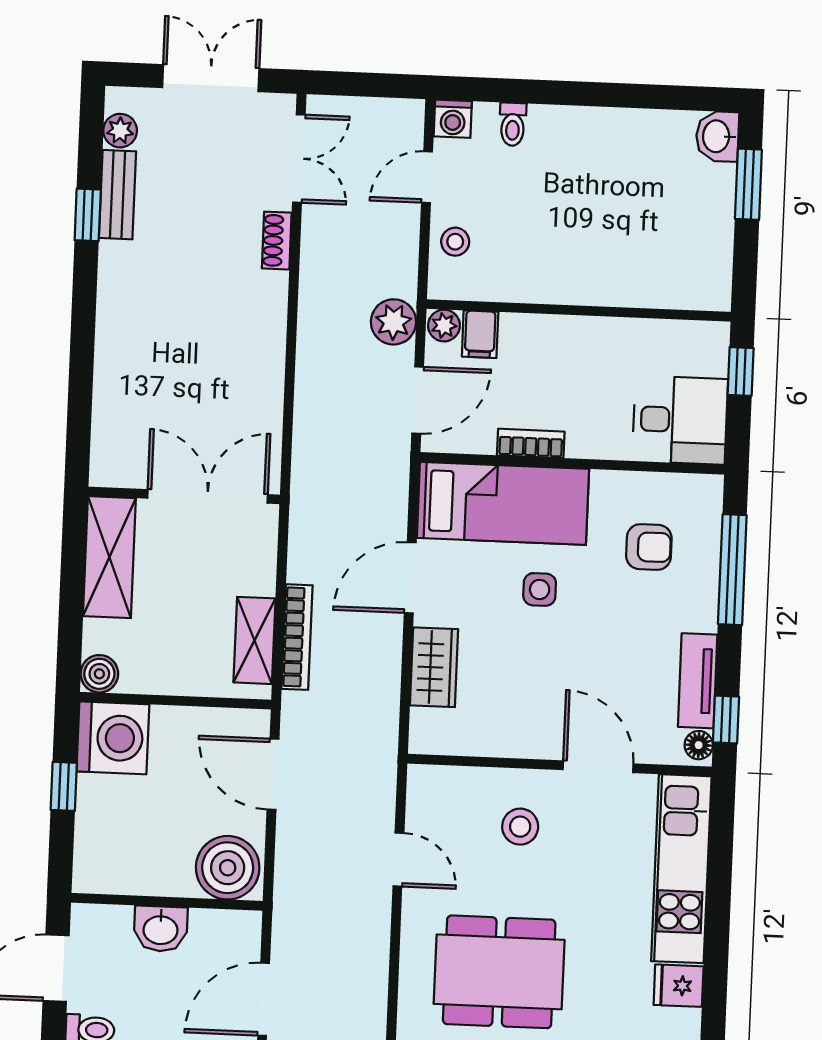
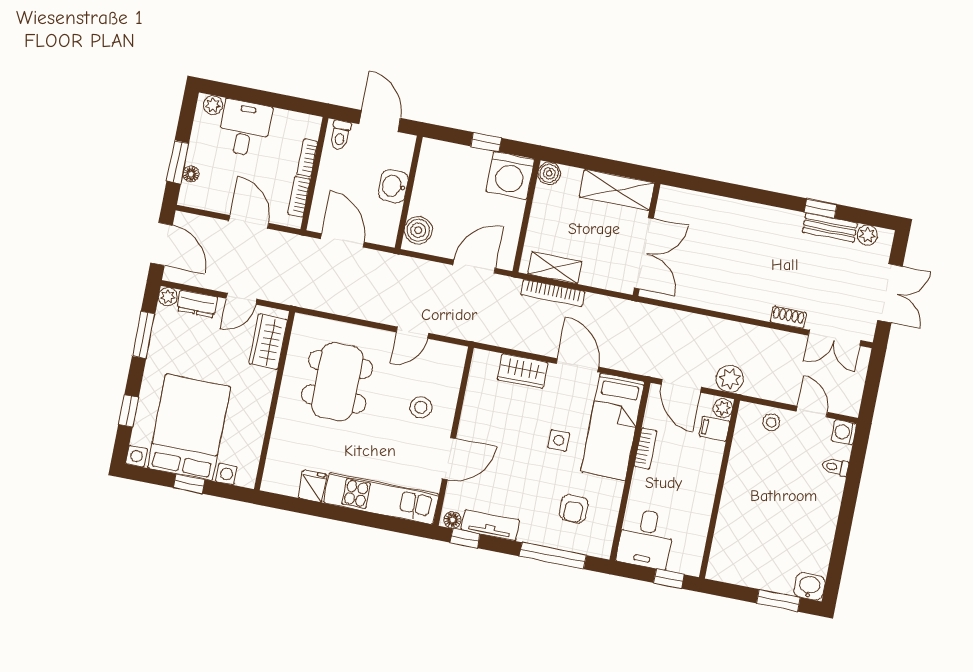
boiler: (228, 868) -> (418, 230), width x0.73, depth x0.73

